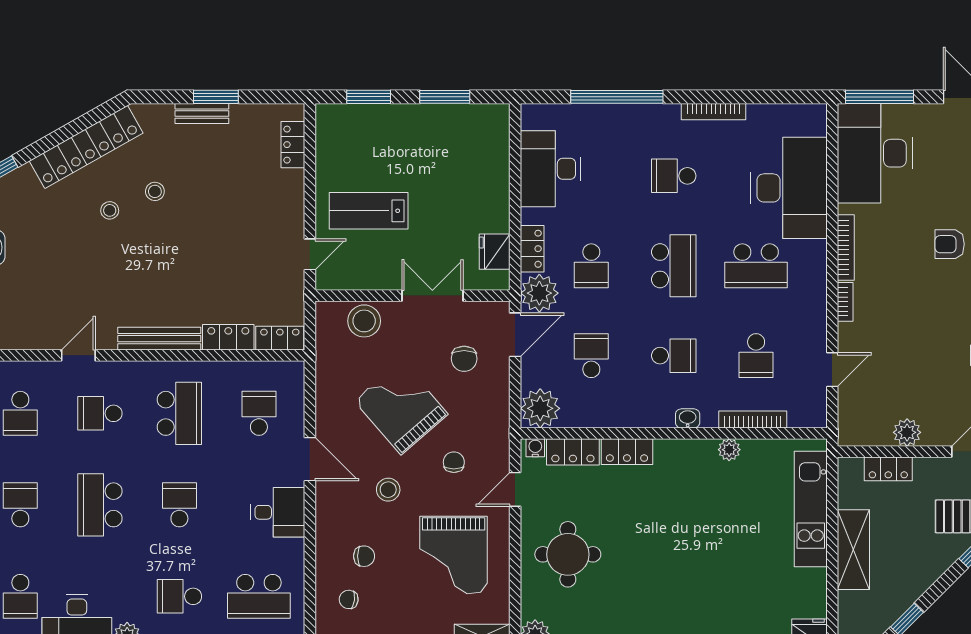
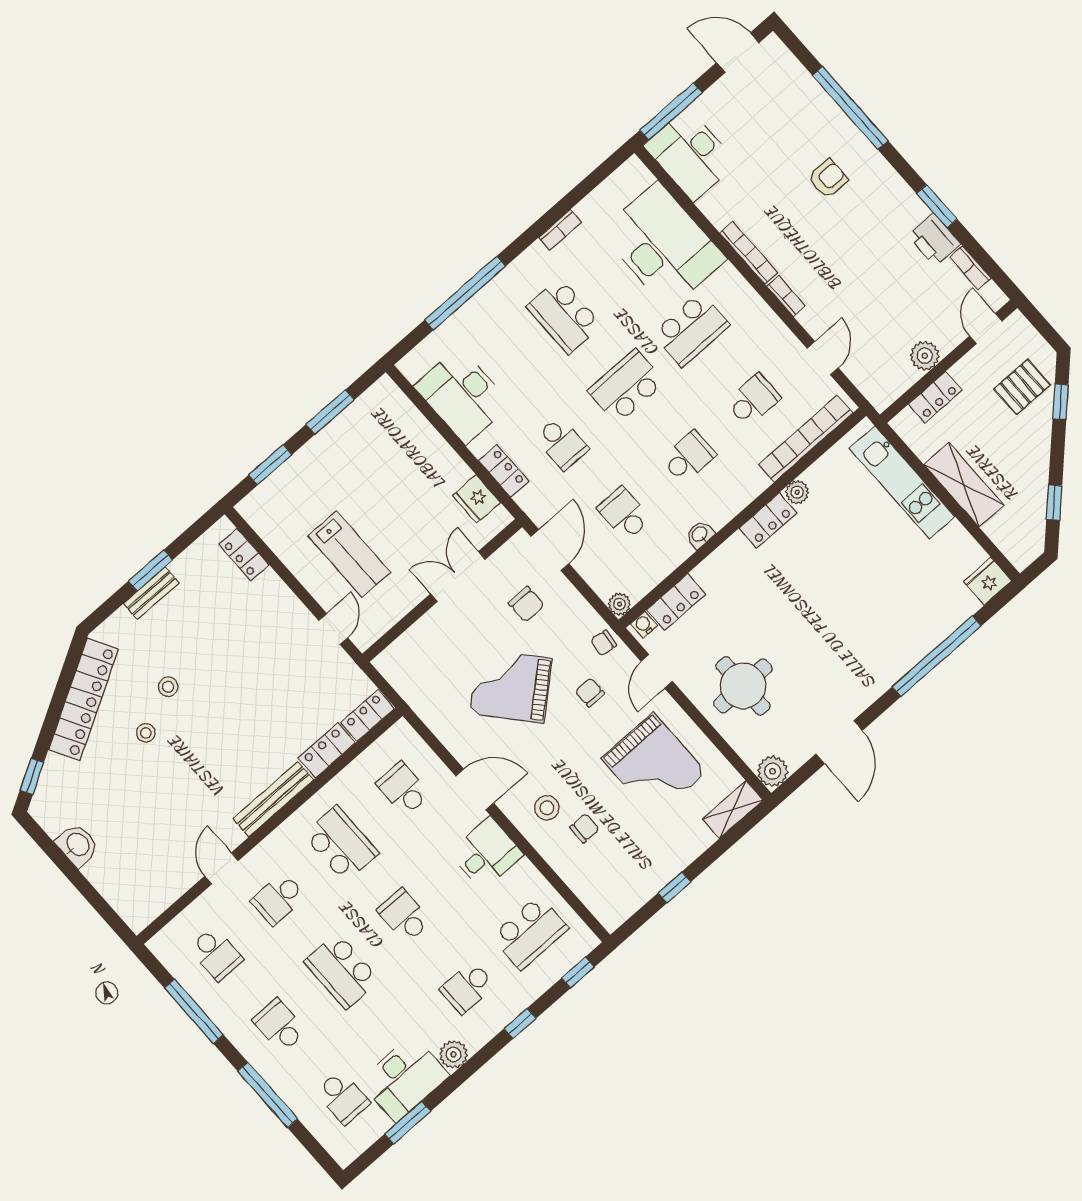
bookcase: (713, 112) -> (560, 230), width x0.64
desk: (875, 153) -> (690, 154), width x0.73, depth x0.77
school desk: (674, 176) -> (564, 316), width x1.85
lab bench: (369, 211) -> (349, 554), turned -90
armchair: (950, 244) -> (828, 179), turned 180
school desk: (674, 266) -> (626, 386), turned -90
plant: (539, 293) -> (540, 501), removed
stool: (364, 321) -> (422, 644), removed
school desk: (756, 356) -> (753, 400), turned -90
plant: (540, 408) -> (619, 604), width x0.53, depth x0.53
washbasin: (688, 418) -> (700, 535), moved
bookcase: (753, 419) -> (806, 439), width x1.48, depth x1.31
locker: (627, 452) -> (768, 521), moved
stool: (388, 490) -> (547, 808), moved
chair: (349, 599) -> (604, 643), moved

